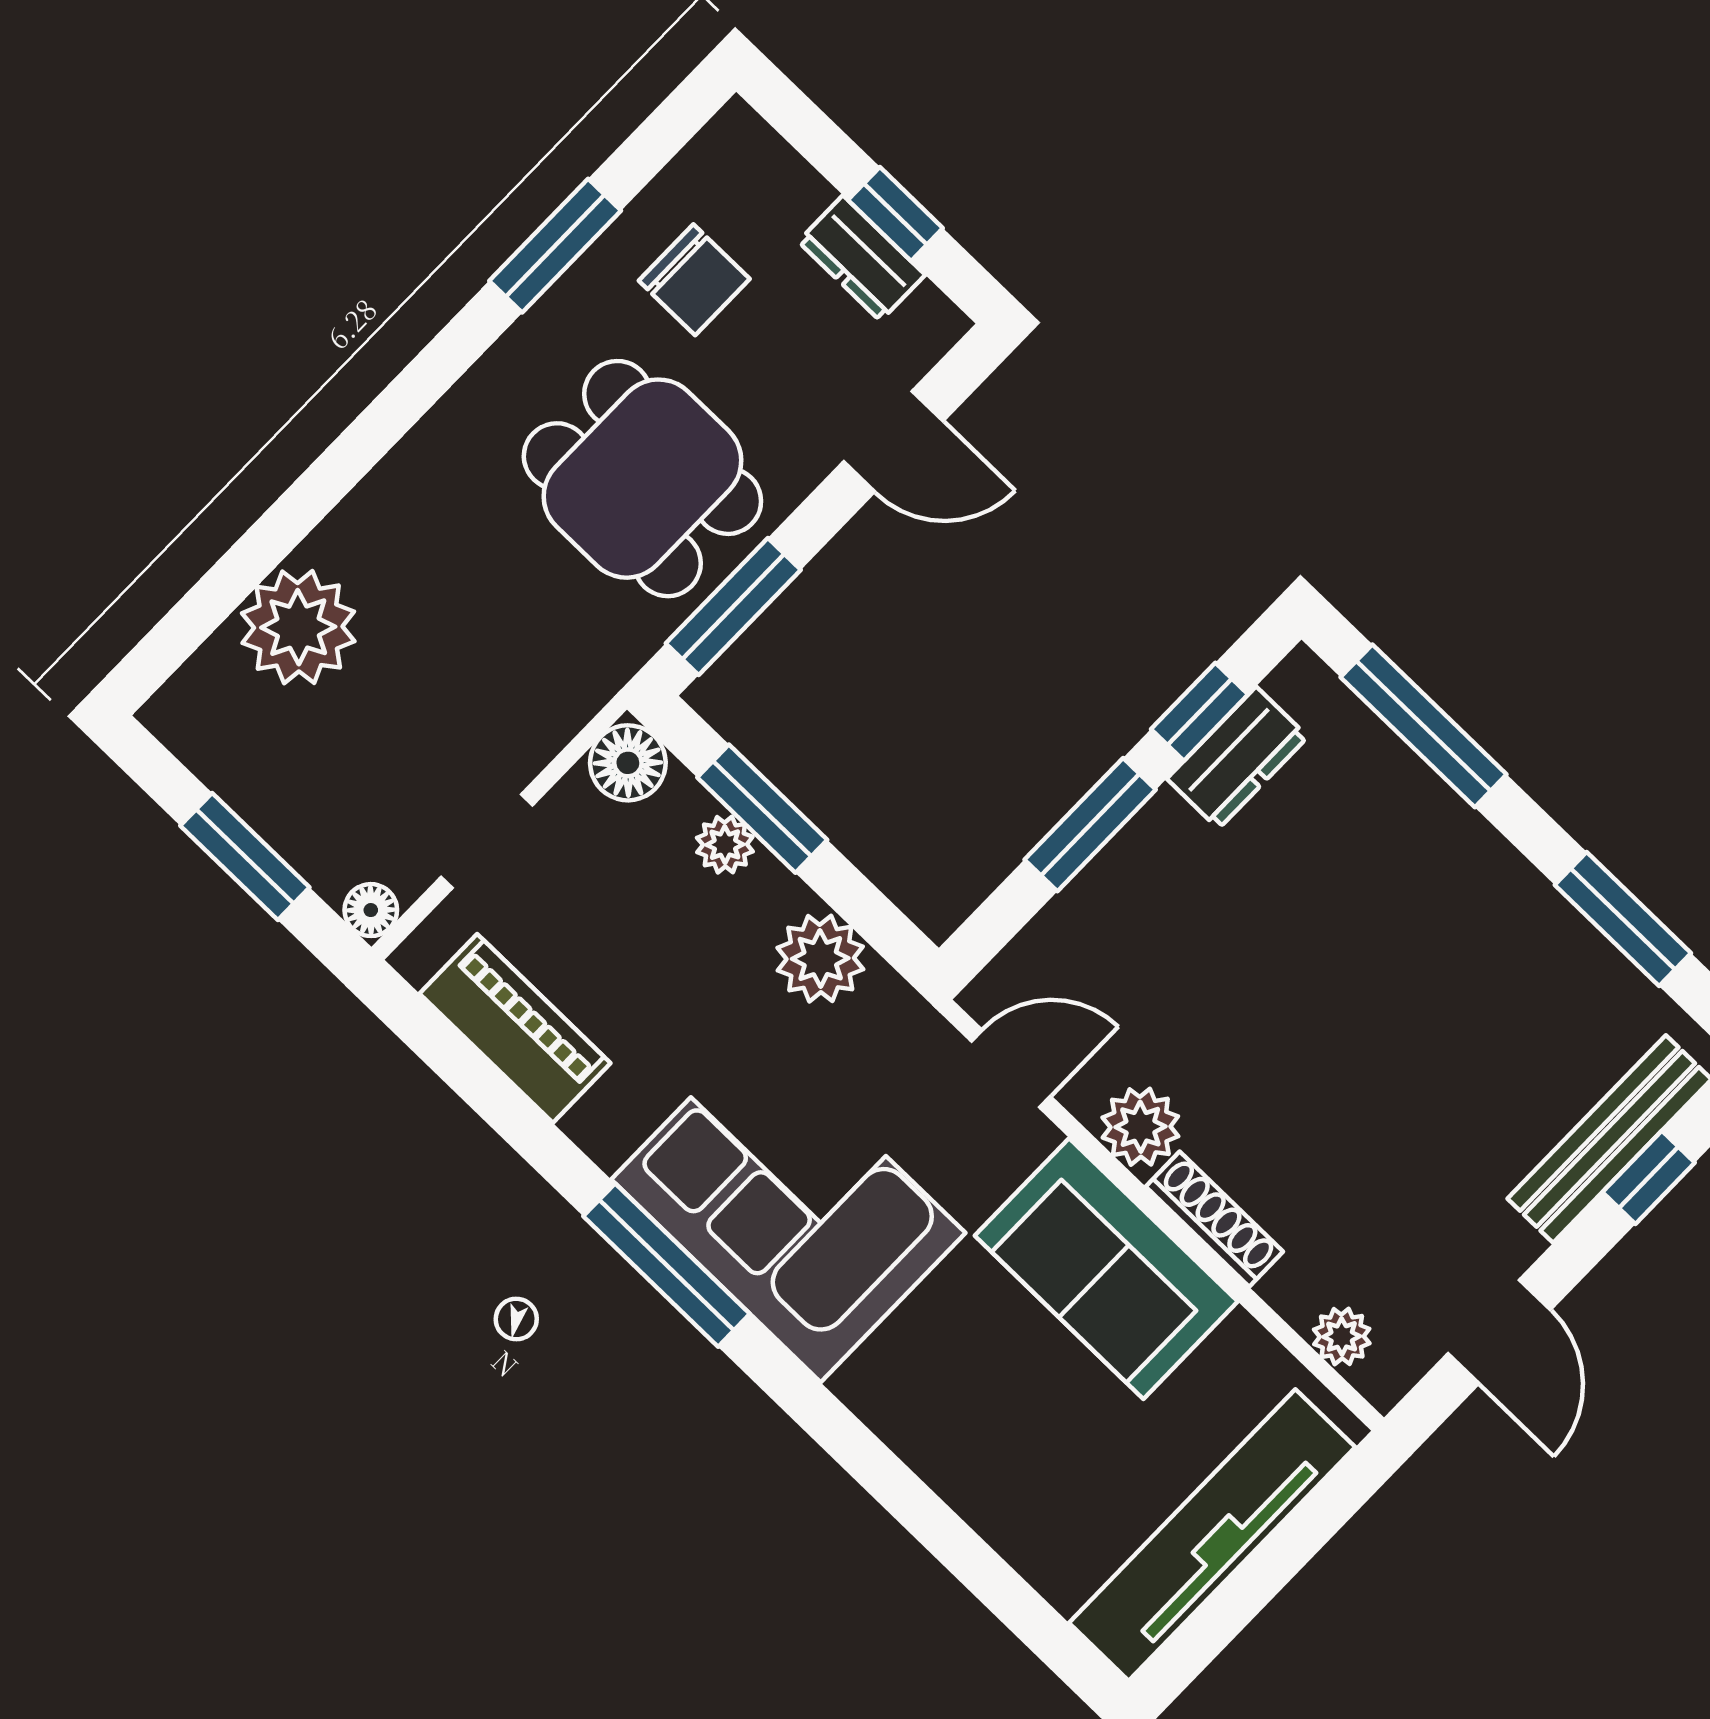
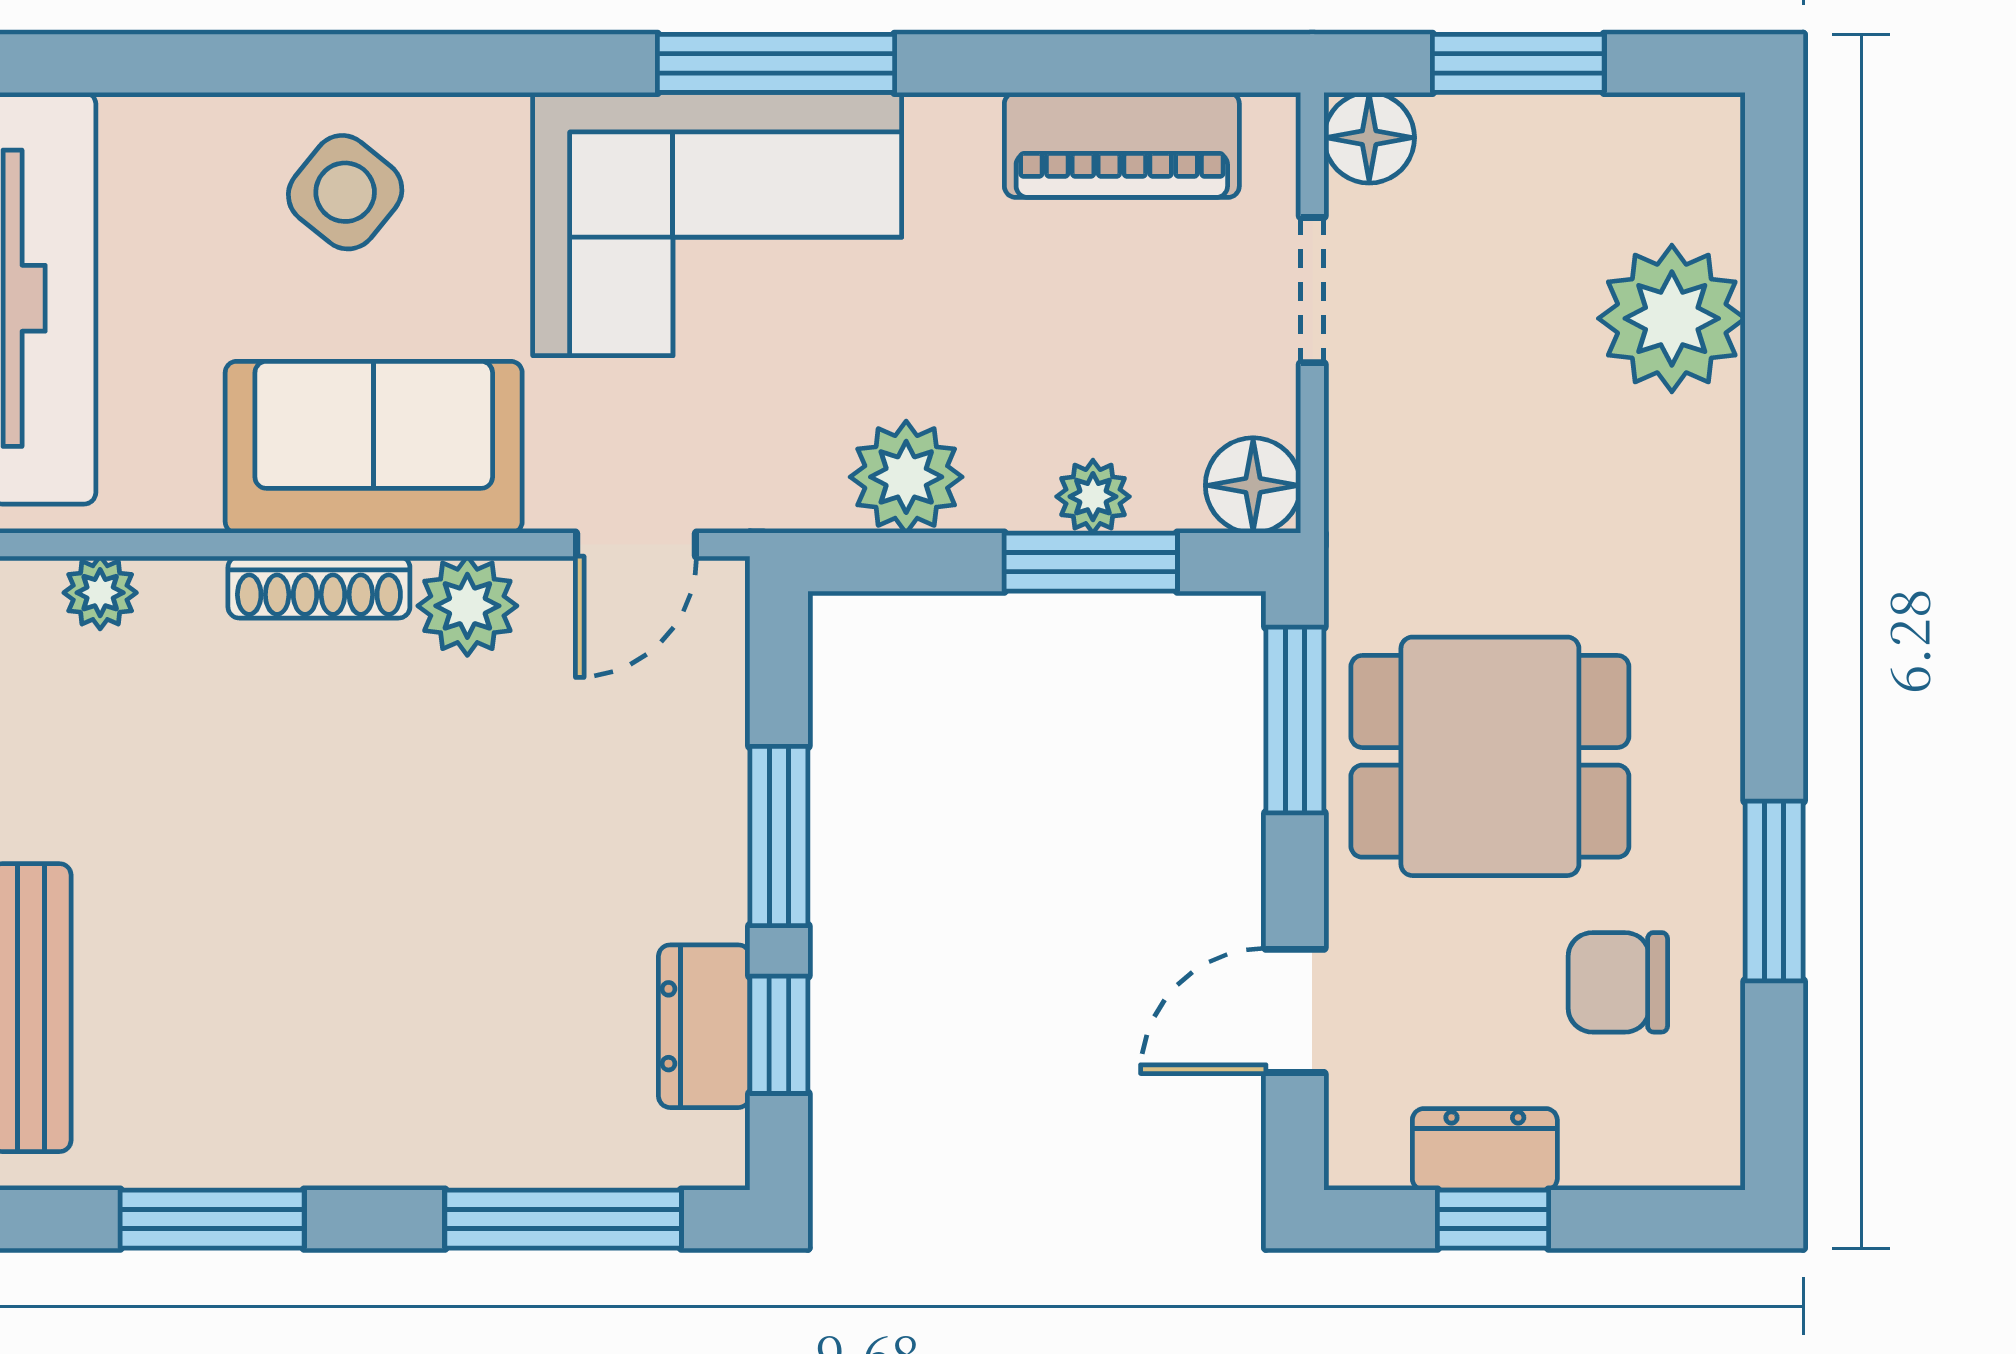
floor lamp: (371, 910) -> (1369, 138), width x1.37, depth x1.37
side table: (982, 1429) -> (345, 192), added

